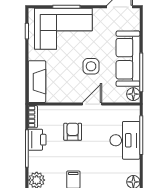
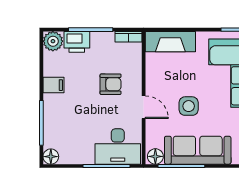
printer: (37, 140) -> (77, 42), moved
desk: (125, 140) -> (118, 146), moved

